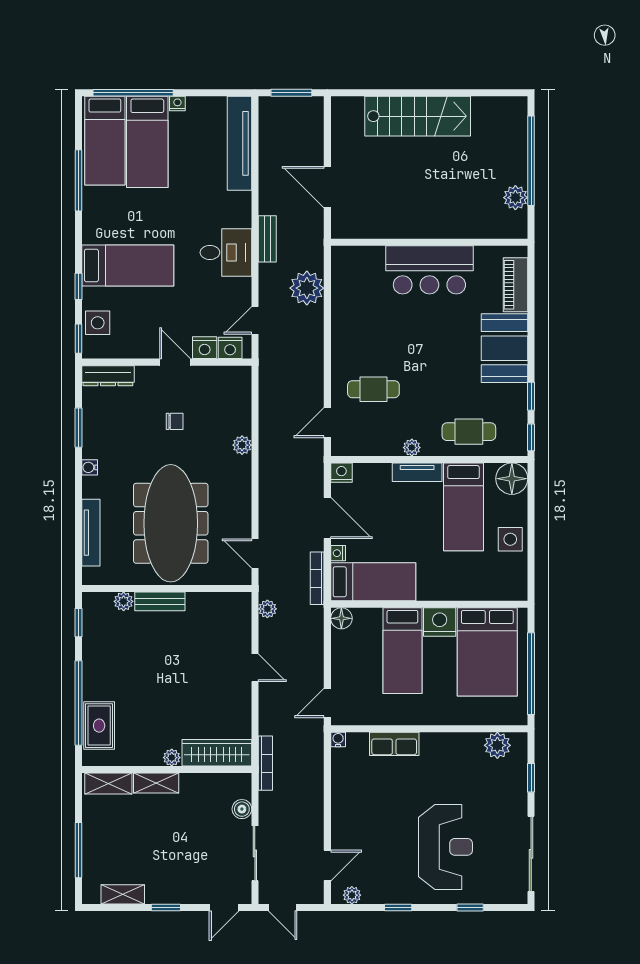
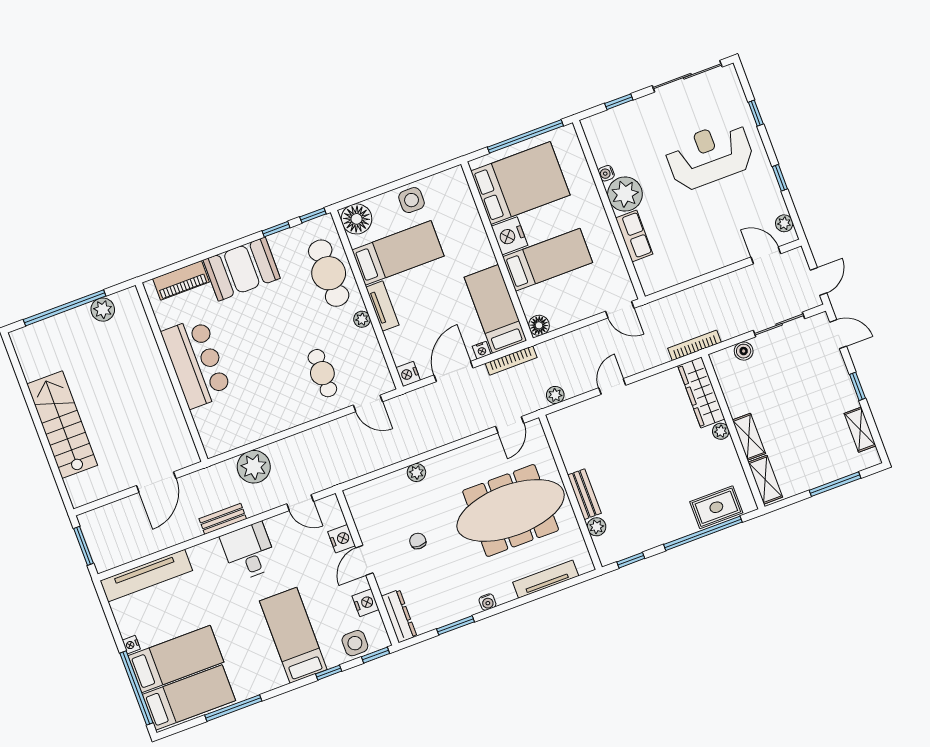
nightstand: (230, 348) -> (366, 603), moved
cafe table: (469, 432) -> (329, 273), width x1.37, depth x1.35
water cooler: (338, 739) -> (606, 173), moved
plant: (497, 745) -> (625, 194), moved, width x1.36, depth x1.36

